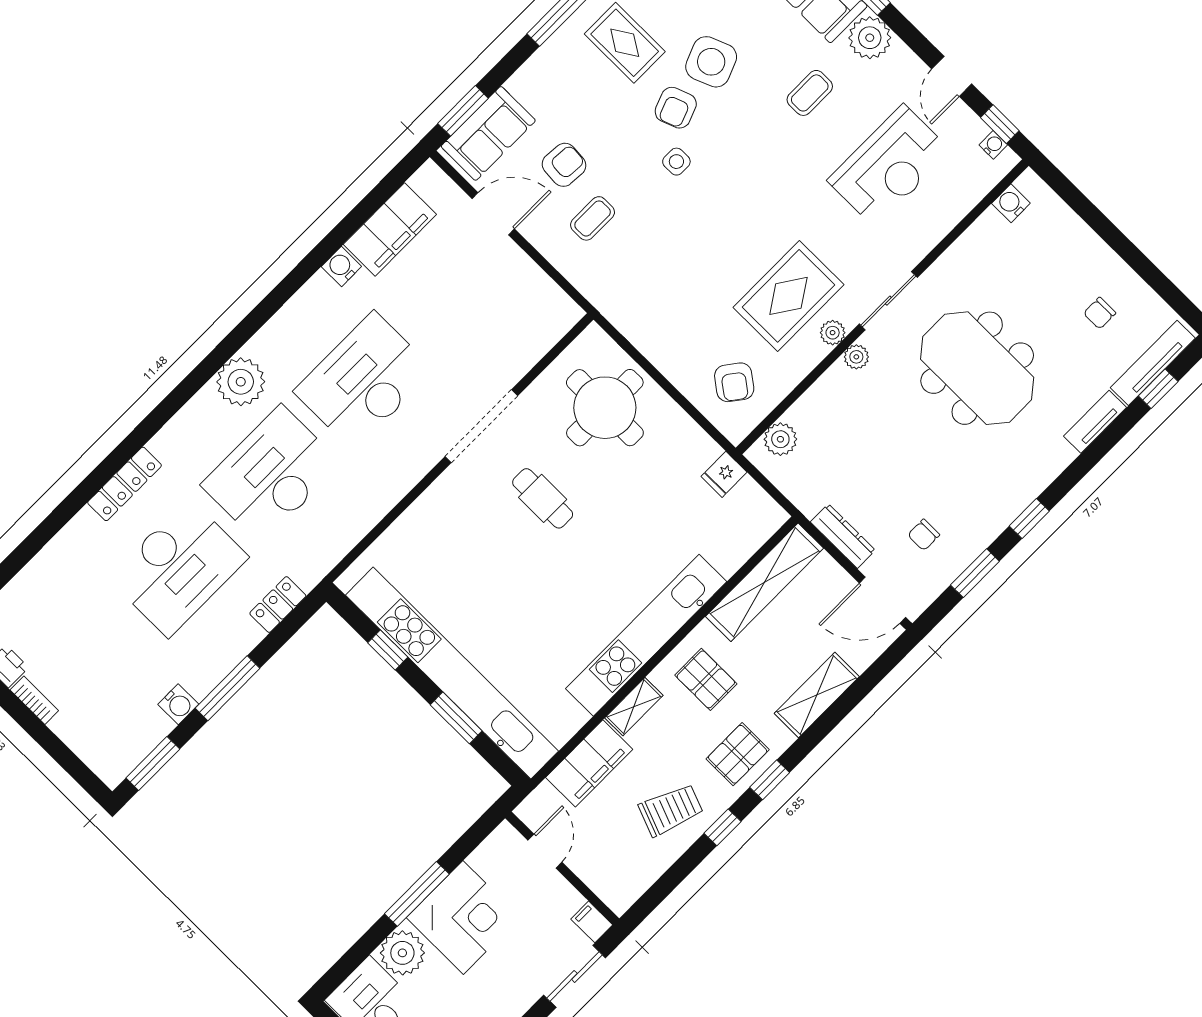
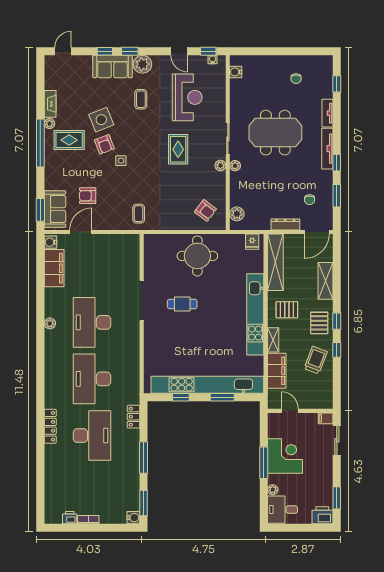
armchair: (564, 165) -> (88, 196), turned -94
coffee table: (593, 218) -> (139, 214), moved
water cooler: (341, 266) -> (50, 242), moved
rug: (788, 296) -> (178, 149), moved, width x0.73, depth x0.70
tv unit: (1153, 363) -> (327, 149), moved
plant: (241, 382) -> (50, 323), moved, width x0.53, depth x0.53
round table: (605, 408) -> (197, 256), moved
fridge: (724, 474) -> (252, 242), moved
water cooler: (178, 704) -> (133, 518), moved
plant: (402, 953) -> (273, 490), width x0.53, depth x0.53

